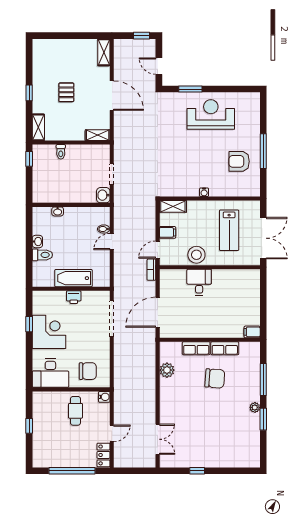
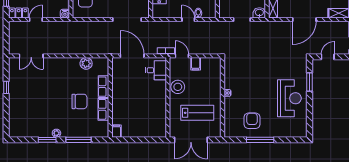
washbasin: (103, 195) -> (259, 13), moved
shelving: (173, 206) -> (216, 68), removed
lab bench: (229, 230) -> (197, 113), turned 180
desk: (199, 282) -> (156, 70), moved
chair: (215, 378) -> (79, 101), turned -94
door: (112, 433) -> (36, 20), swing flipped

